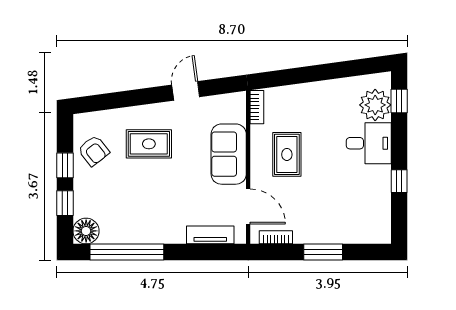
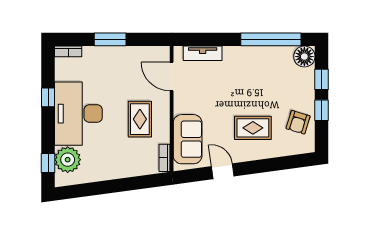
door: (186, 91) -> (223, 171), swing flipped
desk: (369, 143) -> (78, 114), width x1.87, depth x1.30
armchair: (94, 151) -> (298, 122), turned -125
sofa: (229, 154) -> (188, 139), moved
bookcase: (276, 237) -> (68, 51), moved

